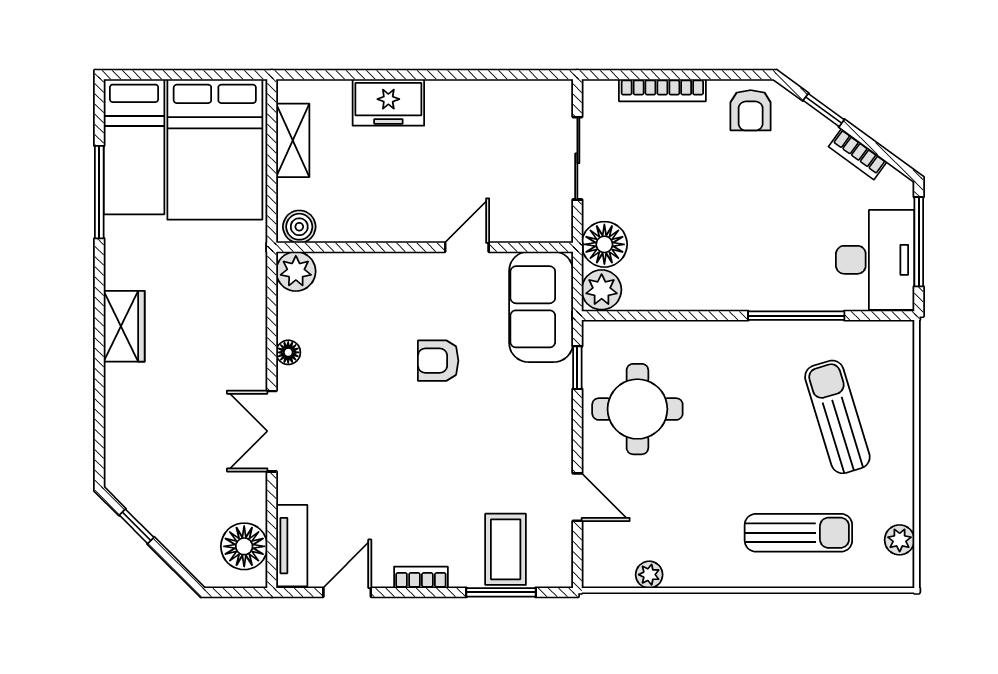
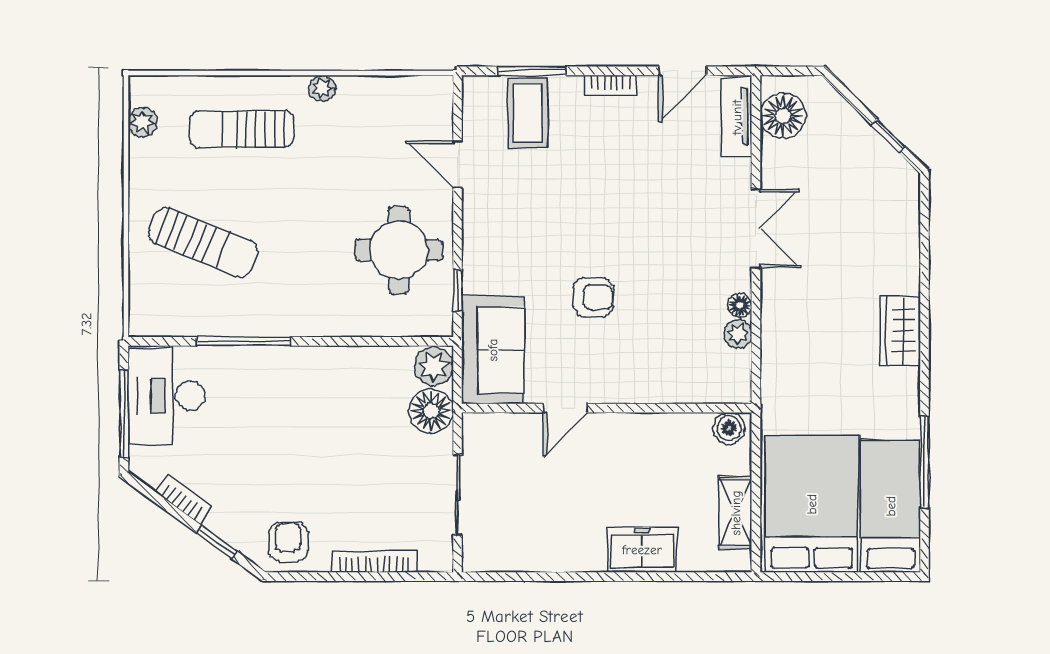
plant: (296, 271) -> (738, 334), moved, width x0.73, depth x0.73
sun lounger: (837, 417) -> (203, 242), turned -51
plant: (649, 575) -> (322, 88), moved

